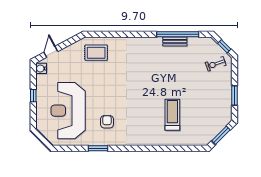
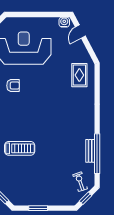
door: (51, 52) -> (80, 31), swing flipped
exercise bike: (216, 64) -> (80, 182), moved
window: (33, 96) -> (38, 15), removed

